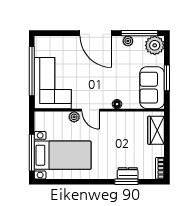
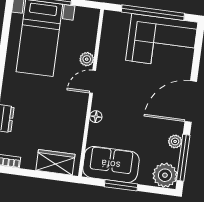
corner sofa: (53, 83) -> (162, 41), moved

